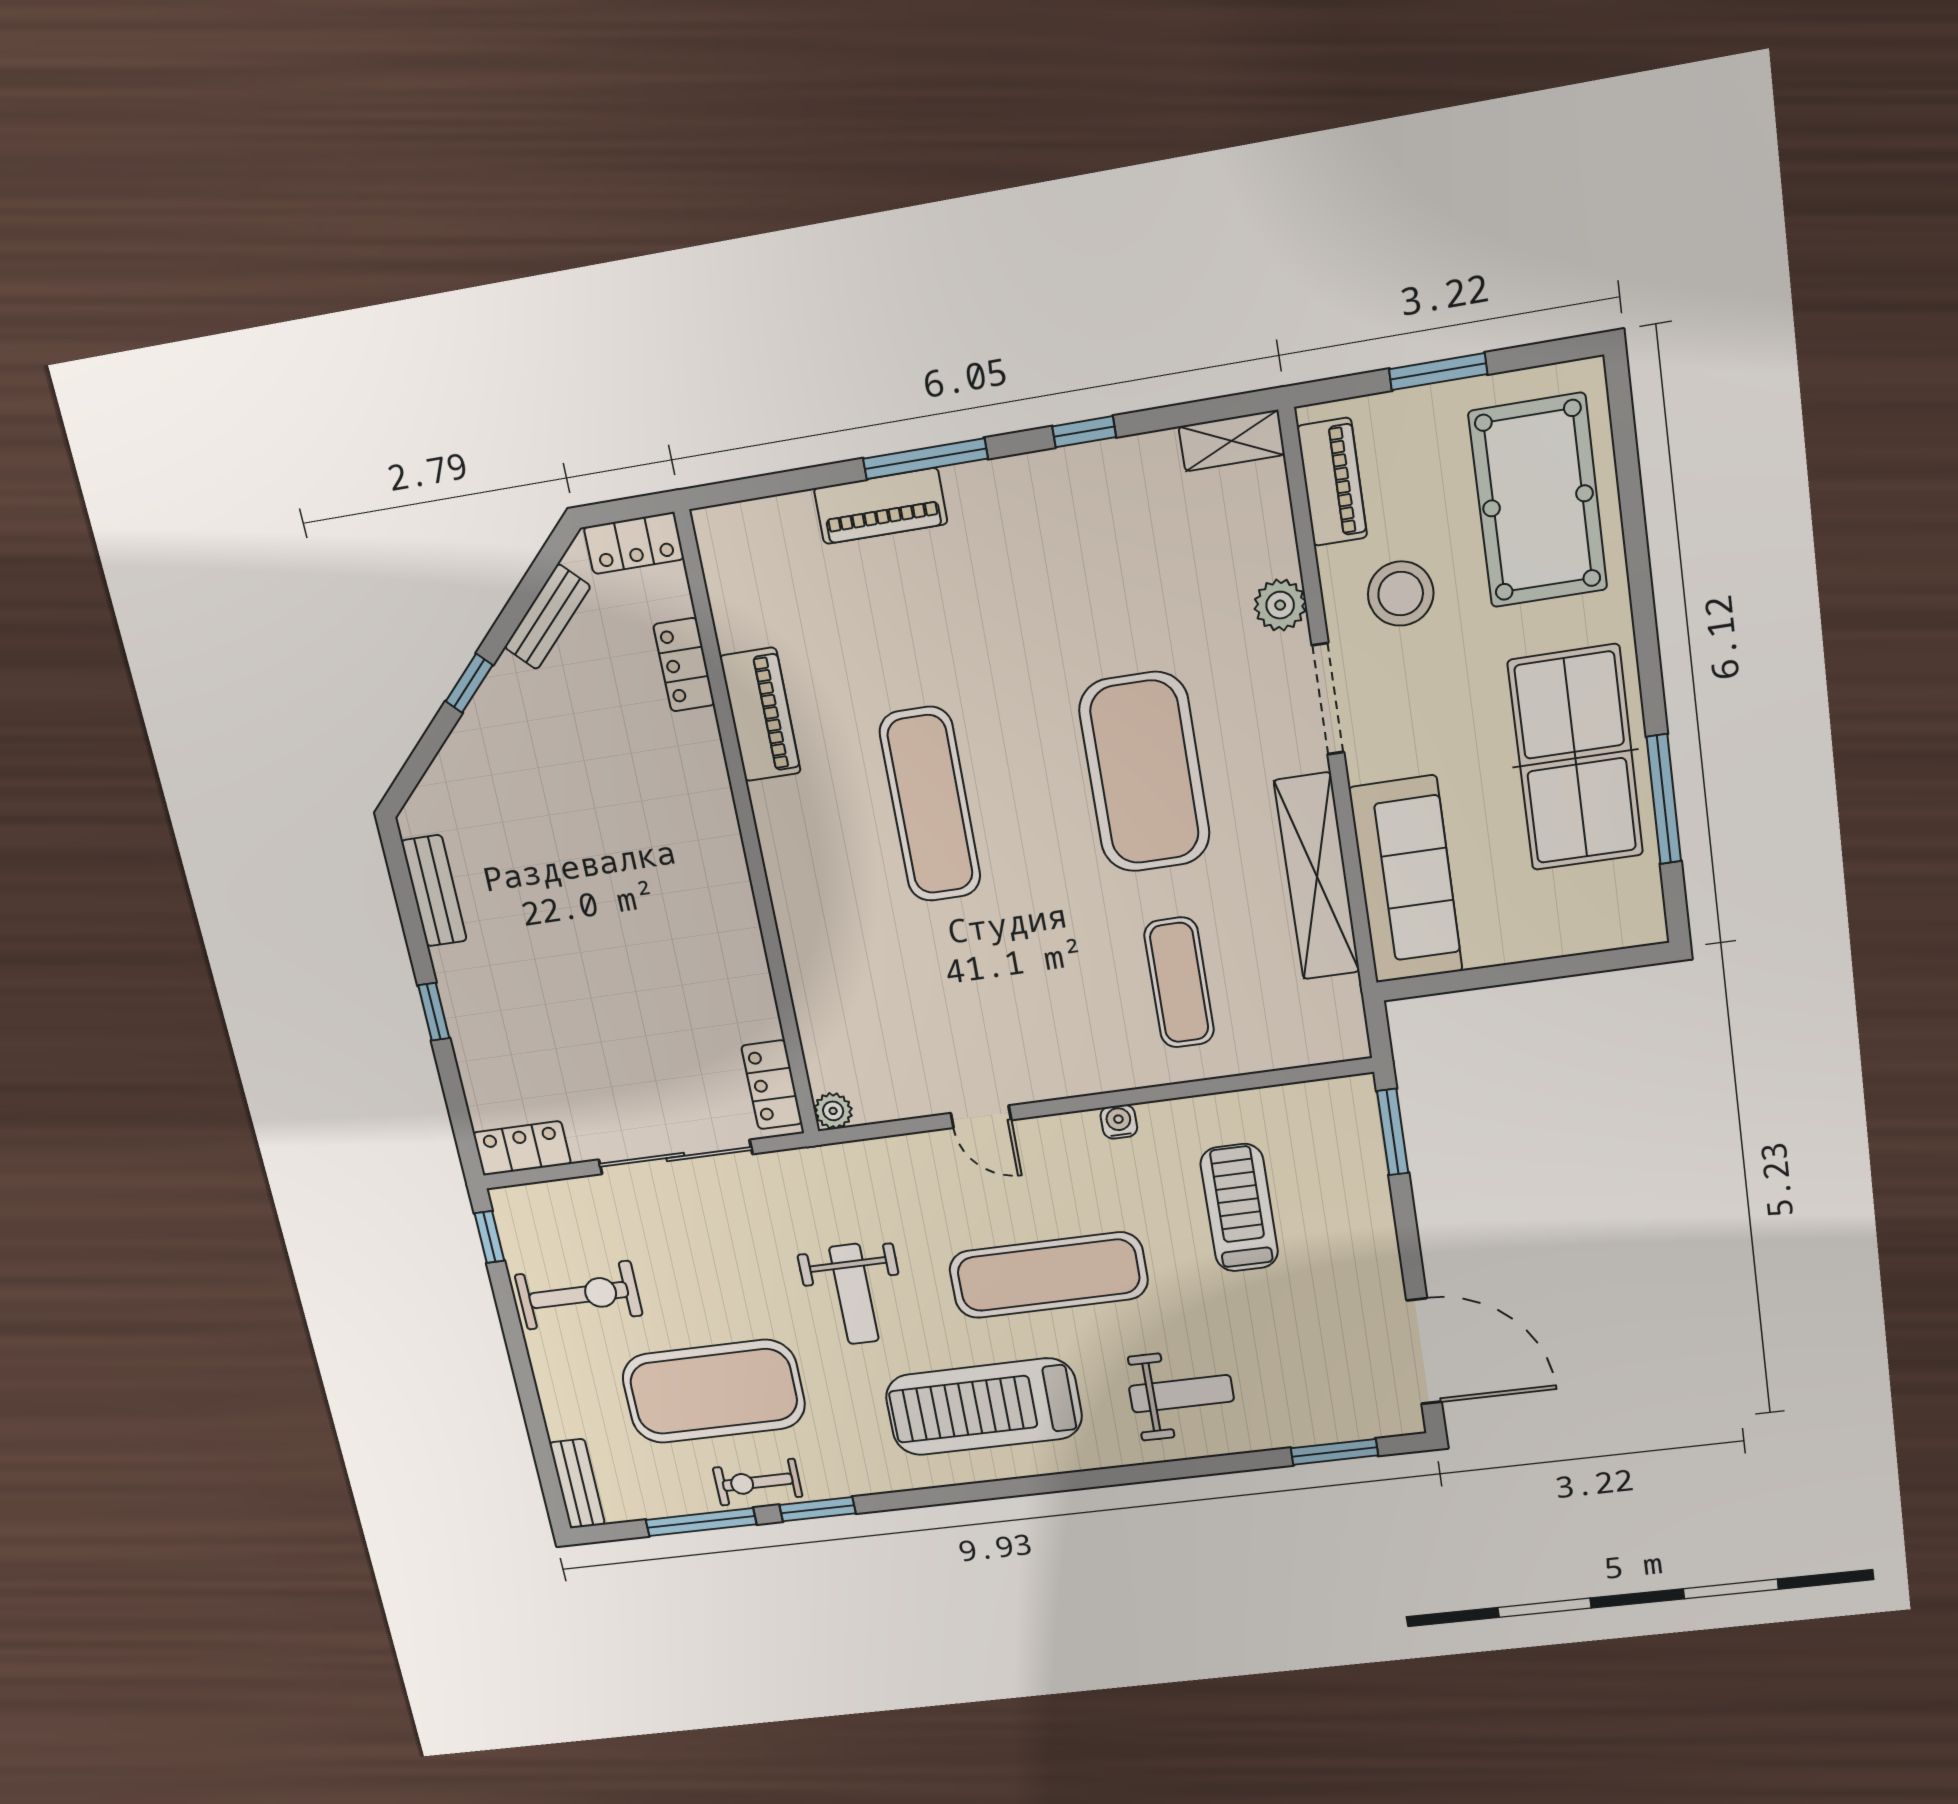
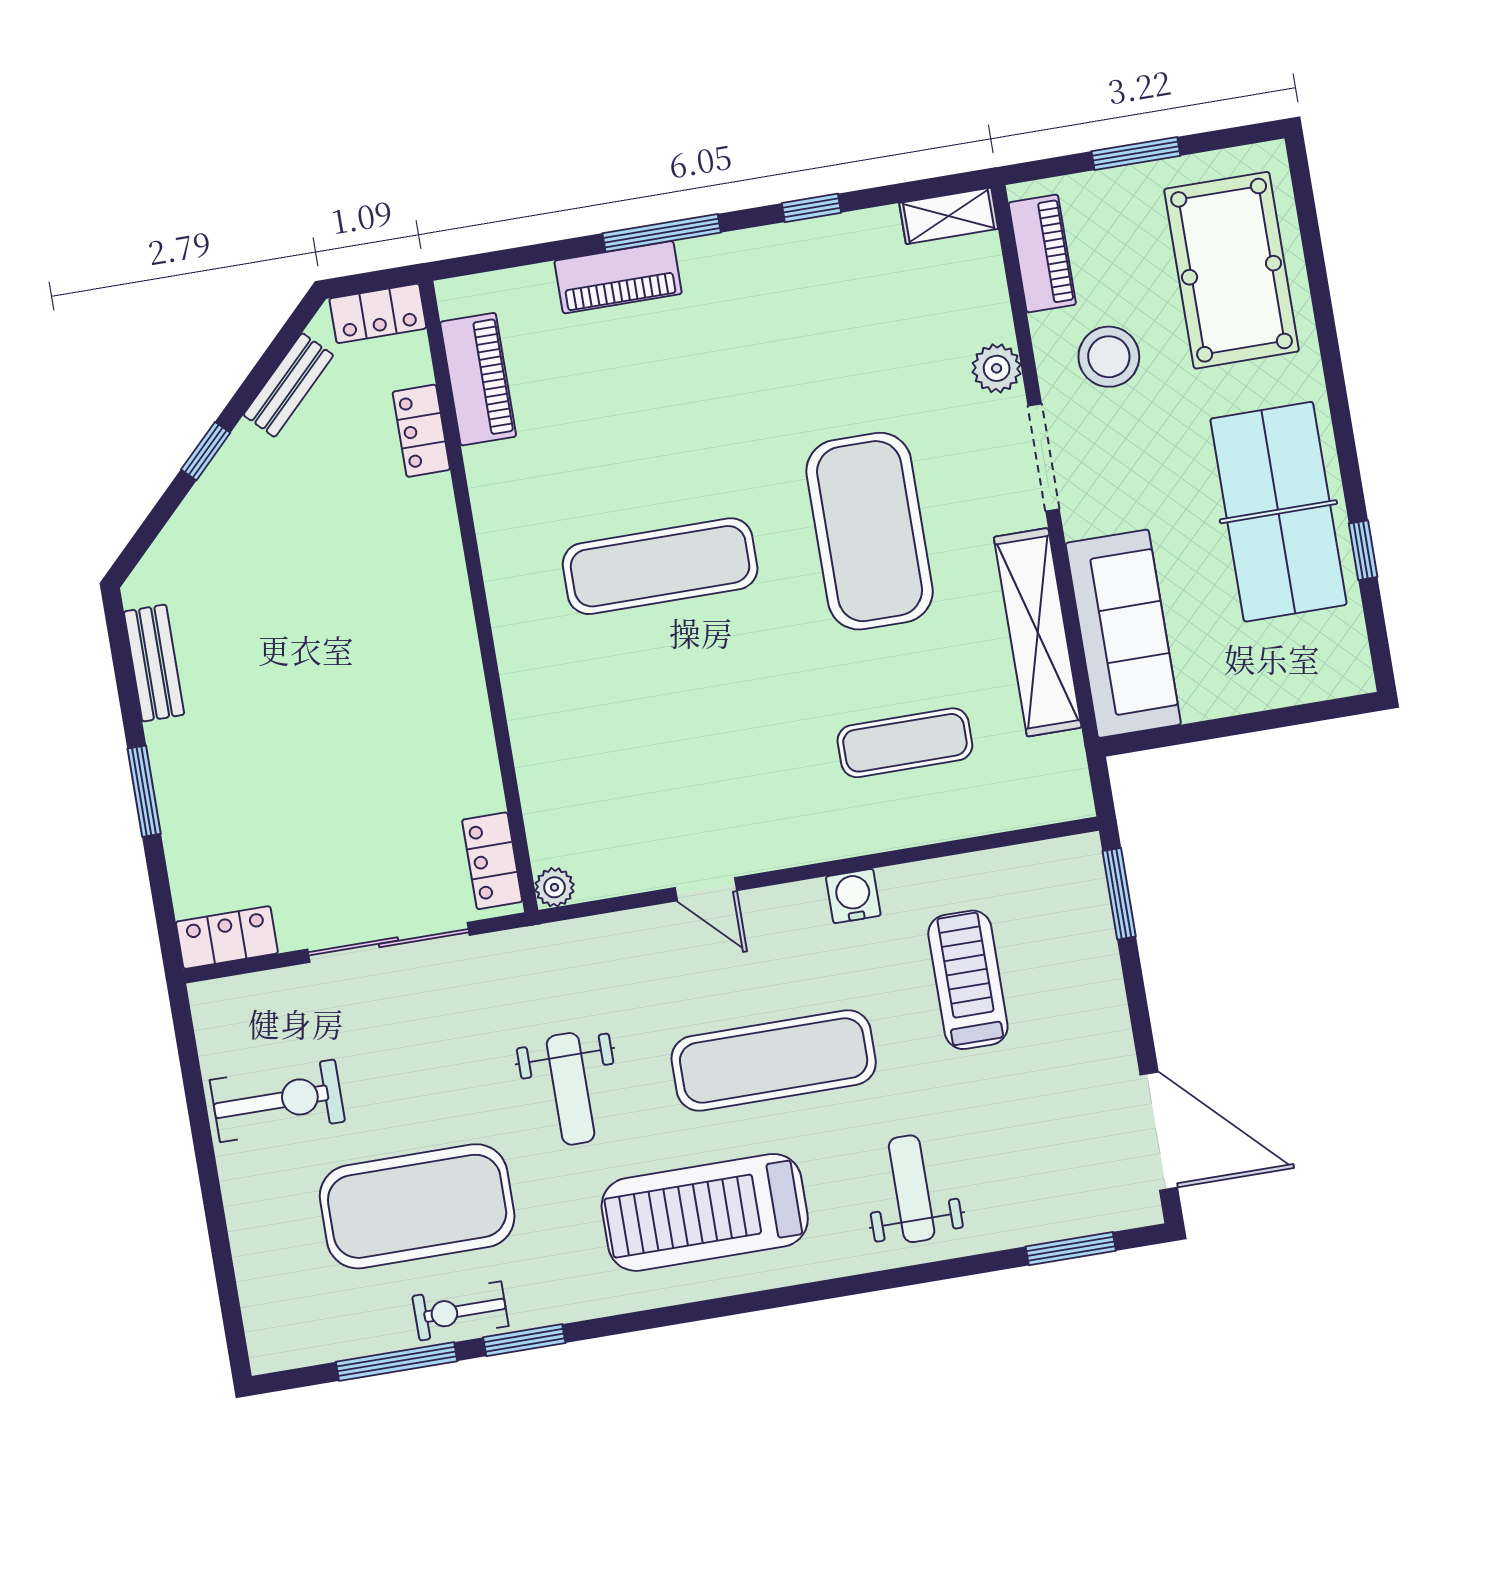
piano: (760, 715) -> (478, 379), moved
window: (1664, 799) -> (1363, 550), width x0.46
exercise mat: (930, 805) -> (660, 566), turned 90
exercise mat: (1179, 983) -> (905, 743), turned 90
window: (434, 1012) -> (144, 791), width x1.50
water cooler: (1119, 1122) -> (853, 896), width x1.38, depth x1.38
window: (489, 1237) -> (185, 1038), removed
weight bench: (1181, 1394) -> (912, 1189), turned -90
bench: (577, 1484) -> (263, 1322), removed

